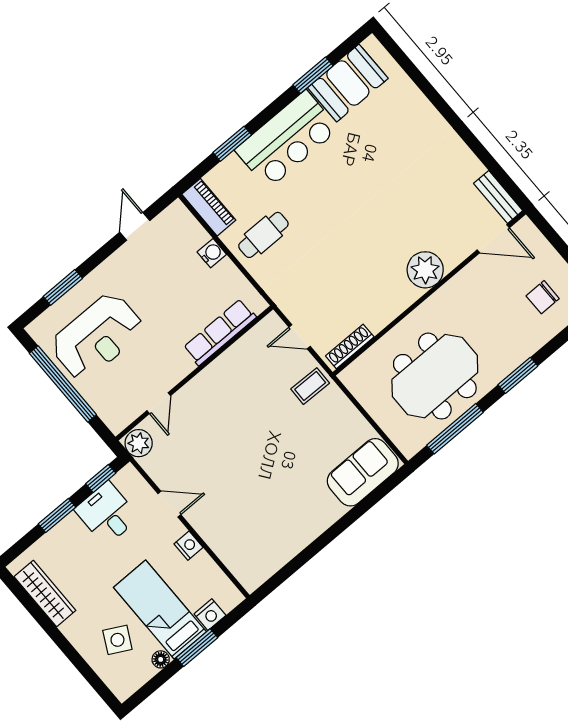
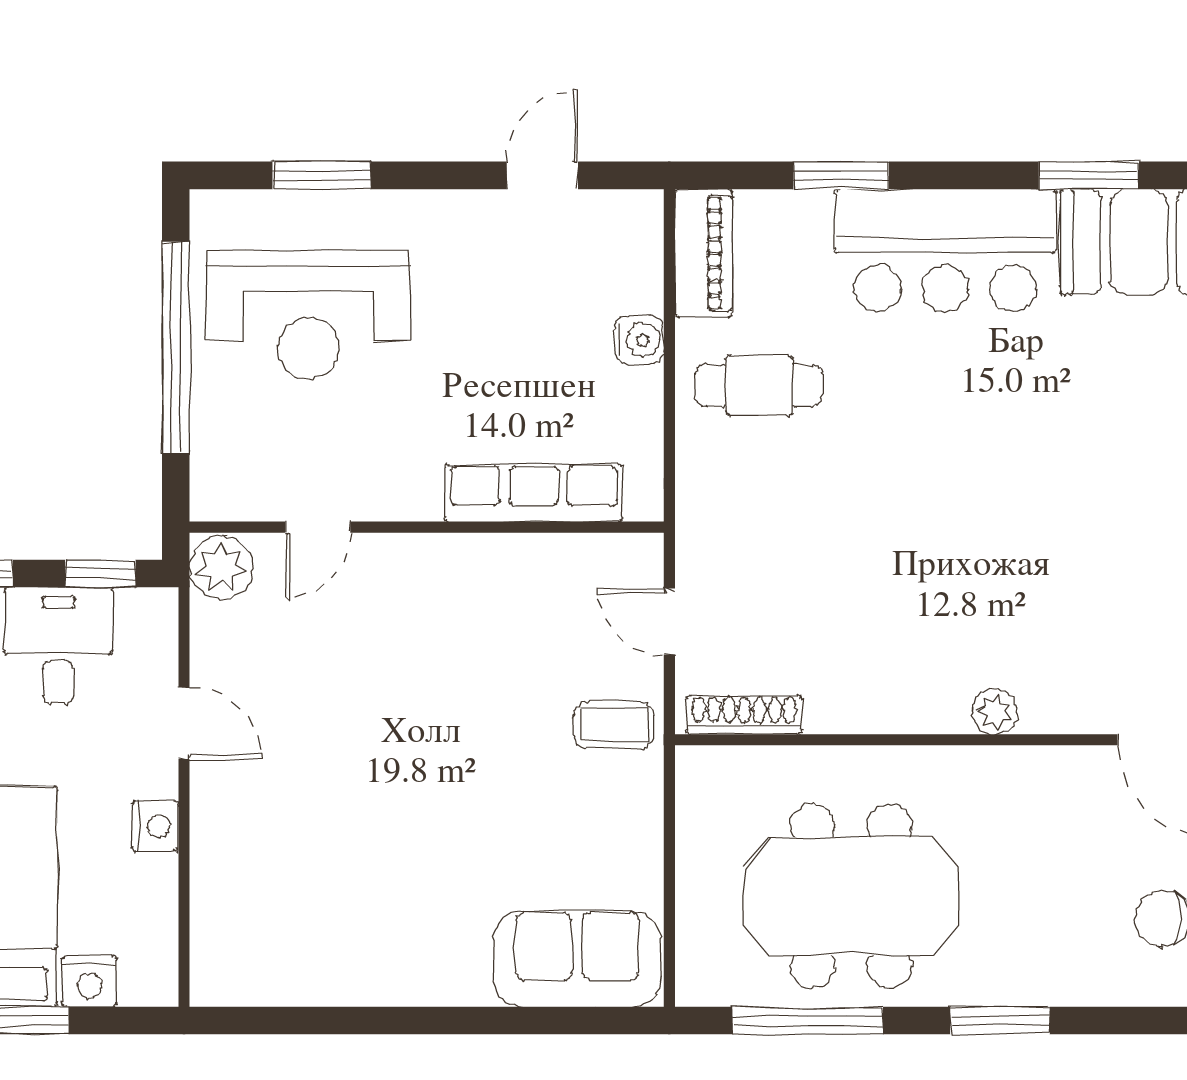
plant: (425, 270) -> (995, 712), width x0.53, depth x0.53

